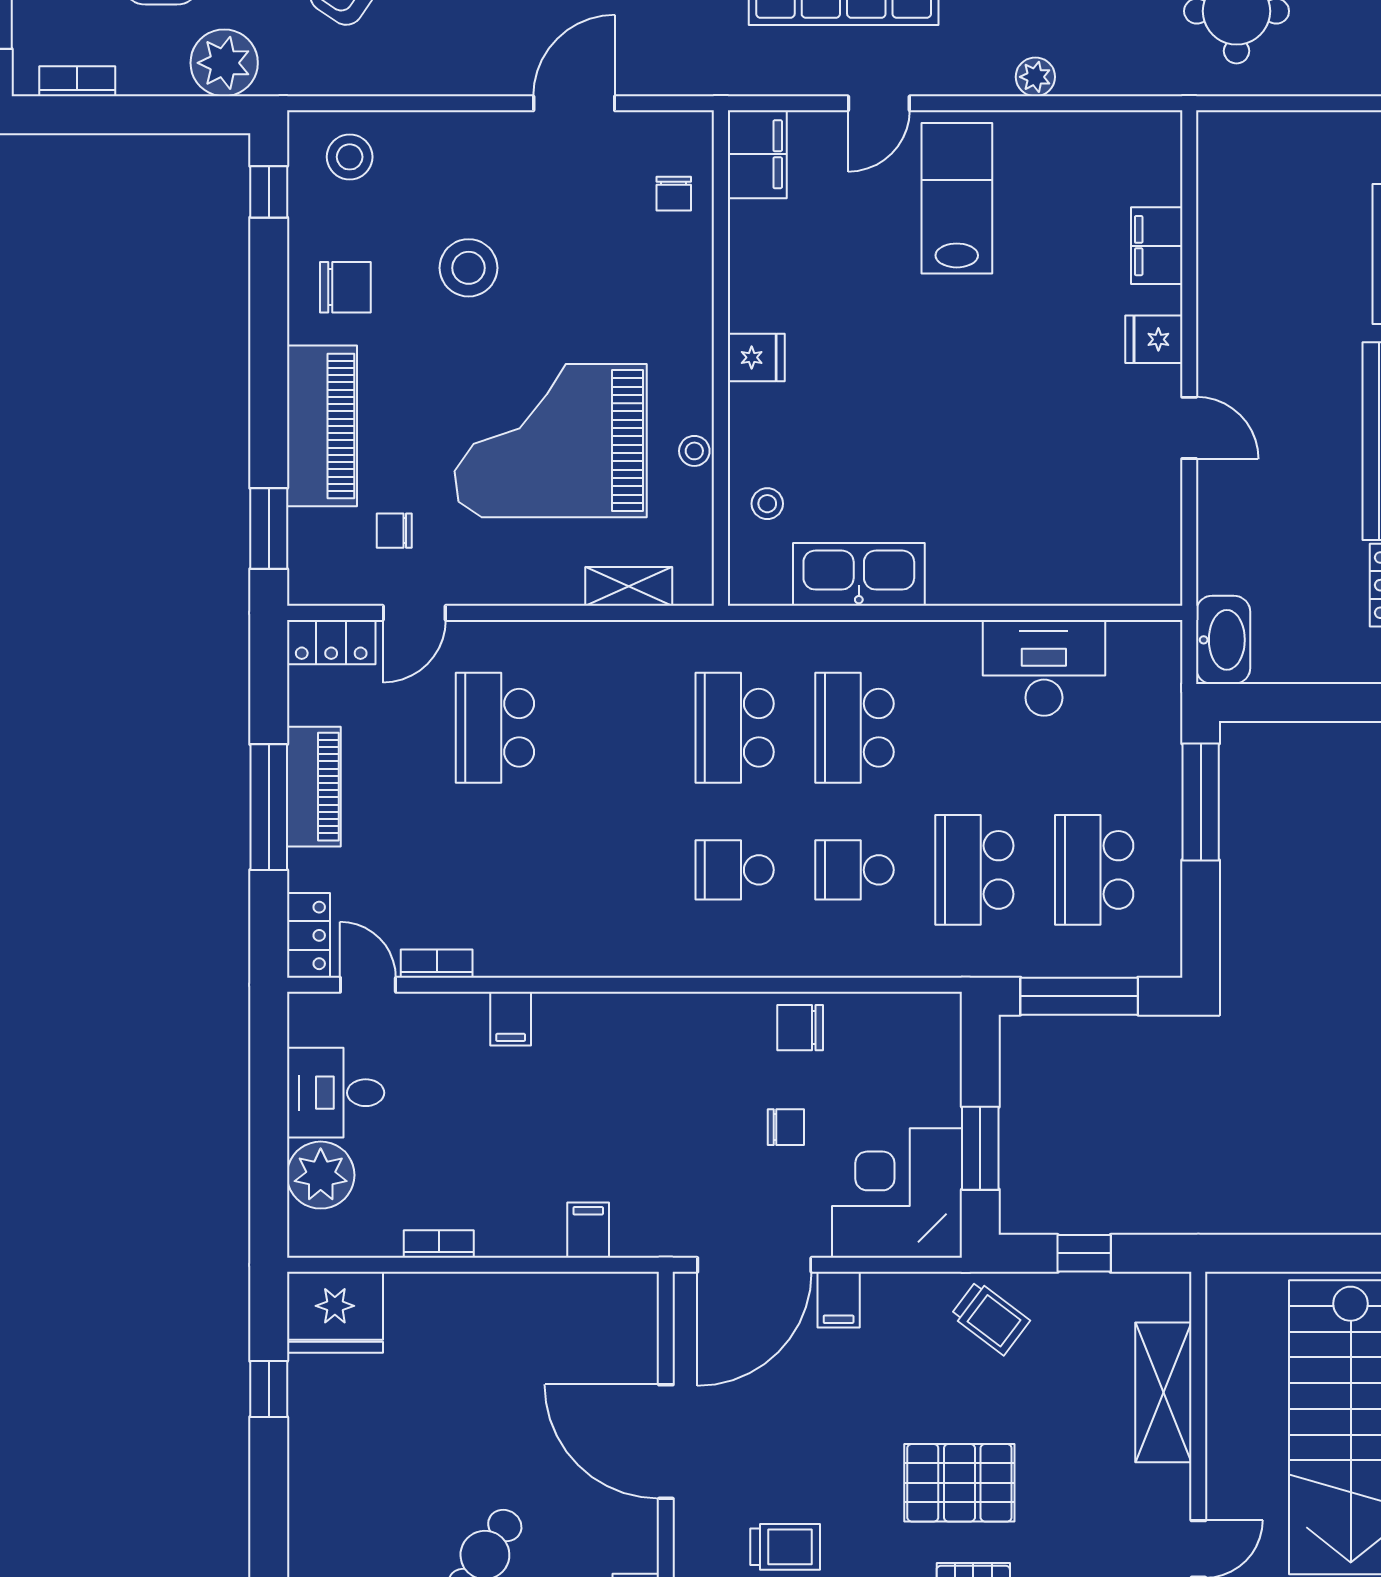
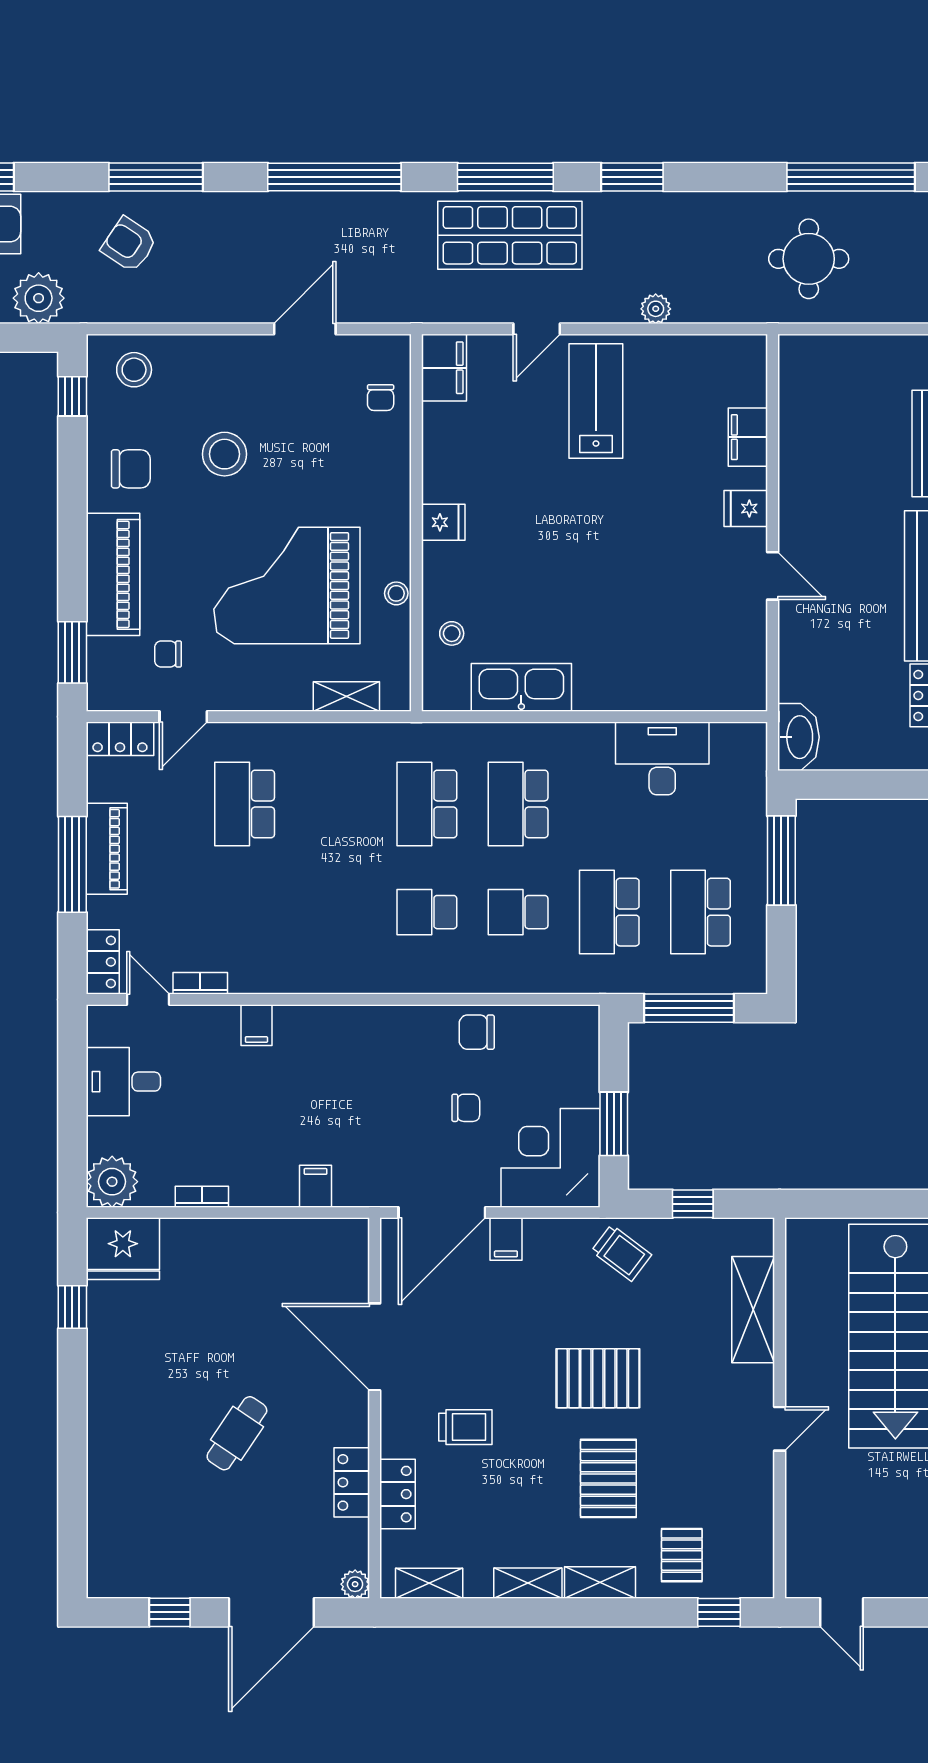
plant: (321, 1175) -> (112, 1182), moved

